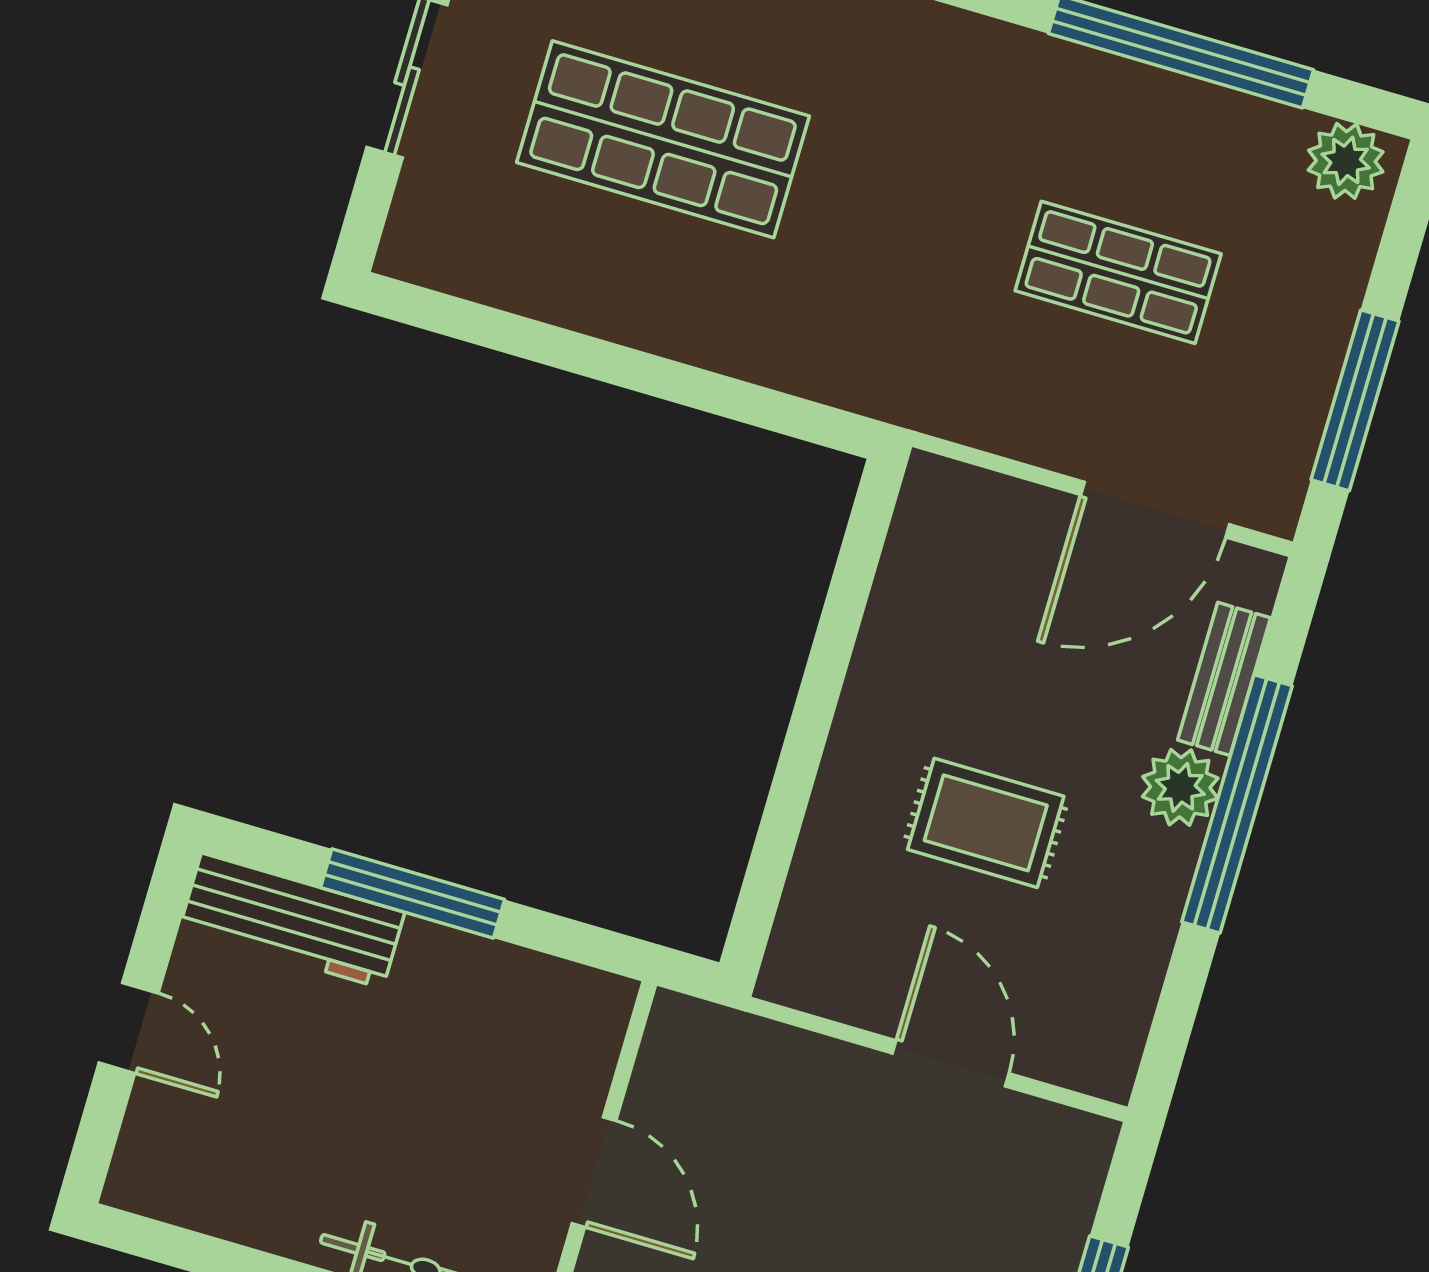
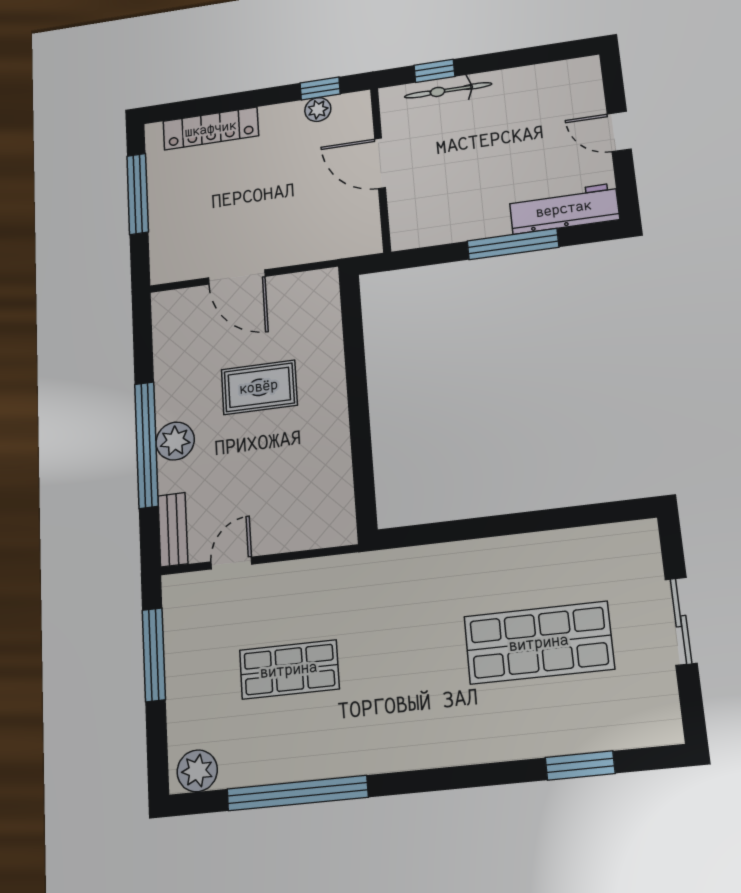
door: (1155, 510) -> (231, 563), width x0.53
bench: (1224, 679) -> (173, 530), moved

